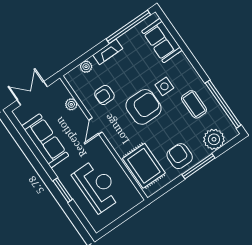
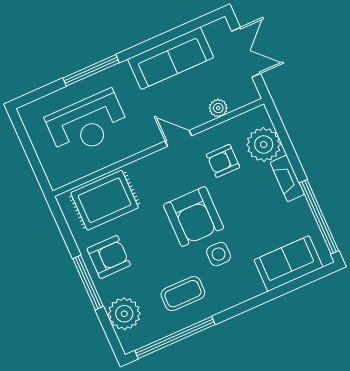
plant: (86, 67) -> (264, 145), width x1.88, depth x1.88
armchair: (104, 95) -> (223, 161), turned -90
window: (63, 190) -> (91, 70), width x1.44

